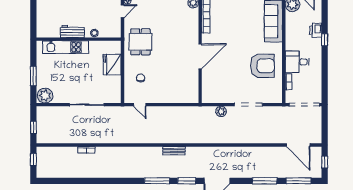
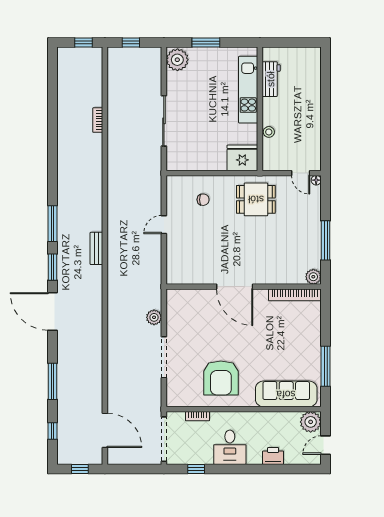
workbench: (72, 32) -> (271, 79), moved
window: (325, 40) -> (196, 469), moved
desk: (297, 62) -> (230, 447), moved, turned 180
fridge: (112, 65) -> (242, 158), moved
door: (140, 105) -> (164, 225), moved
door: (298, 145) -> (105, 430), swing flipped
window: (299, 181) -> (53, 431), width x0.46

